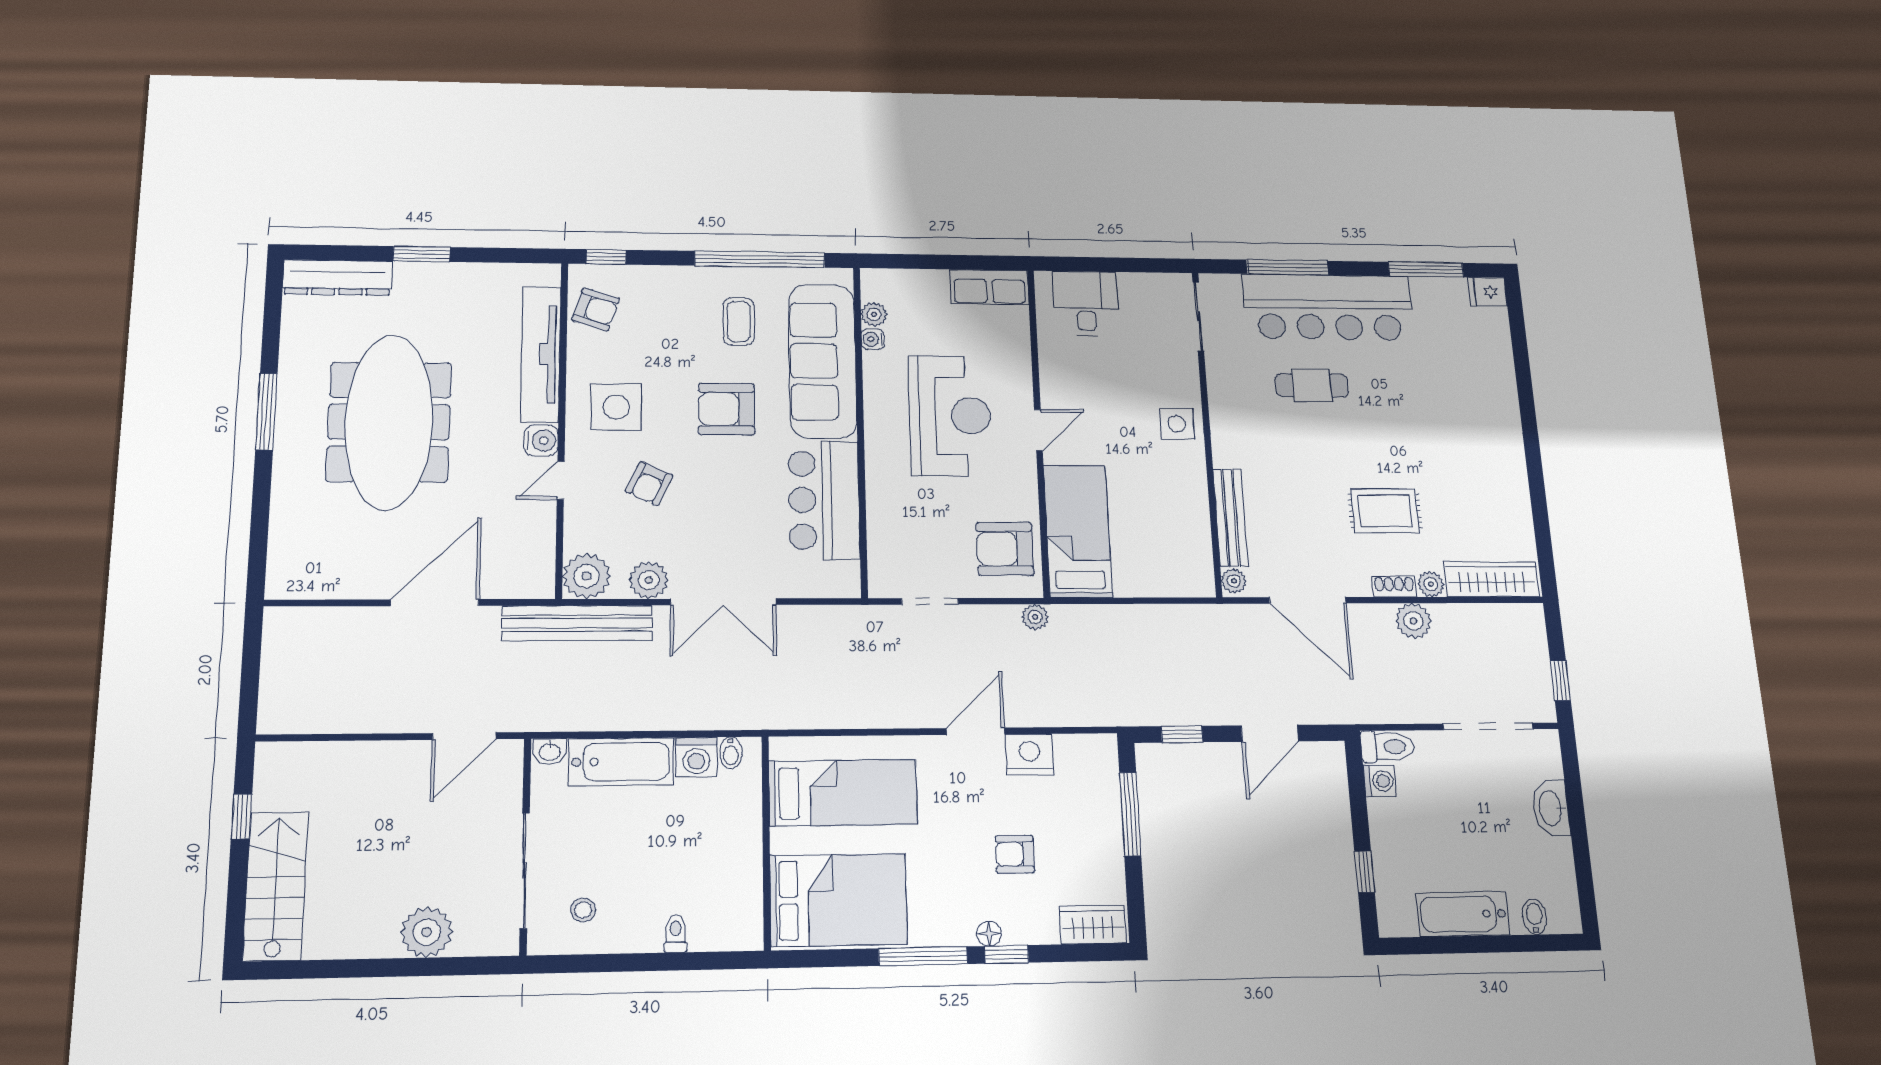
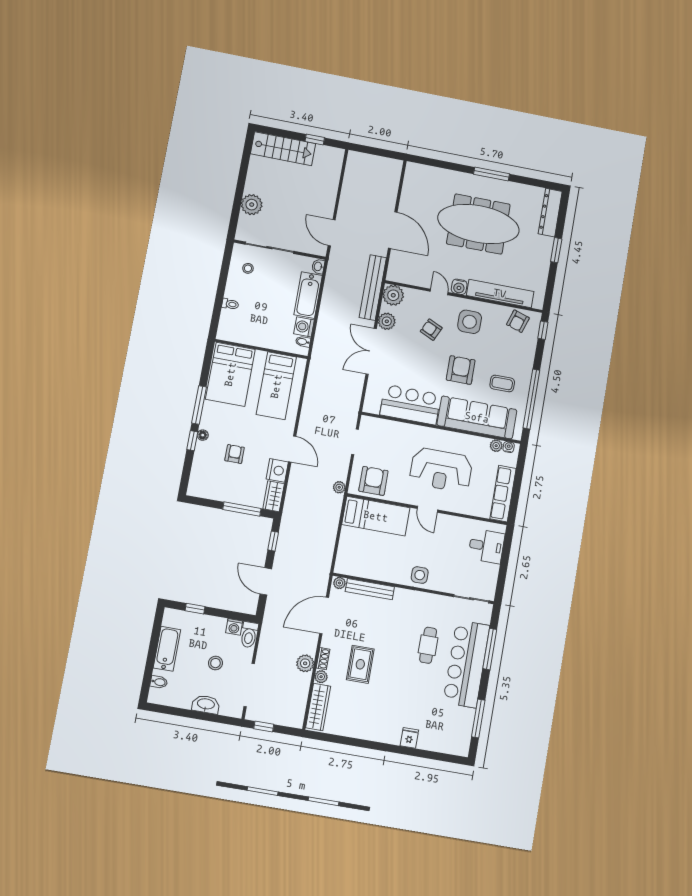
row of seats: (989, 287) -> (503, 494), width x1.48
fridge: (1488, 292) -> (409, 738), moved
water cooler: (873, 339) -> (509, 447), moved
stool: (1463, 805) -> (215, 663), added
wardrobe: (1093, 925) -> (274, 496), moved, turned 180

